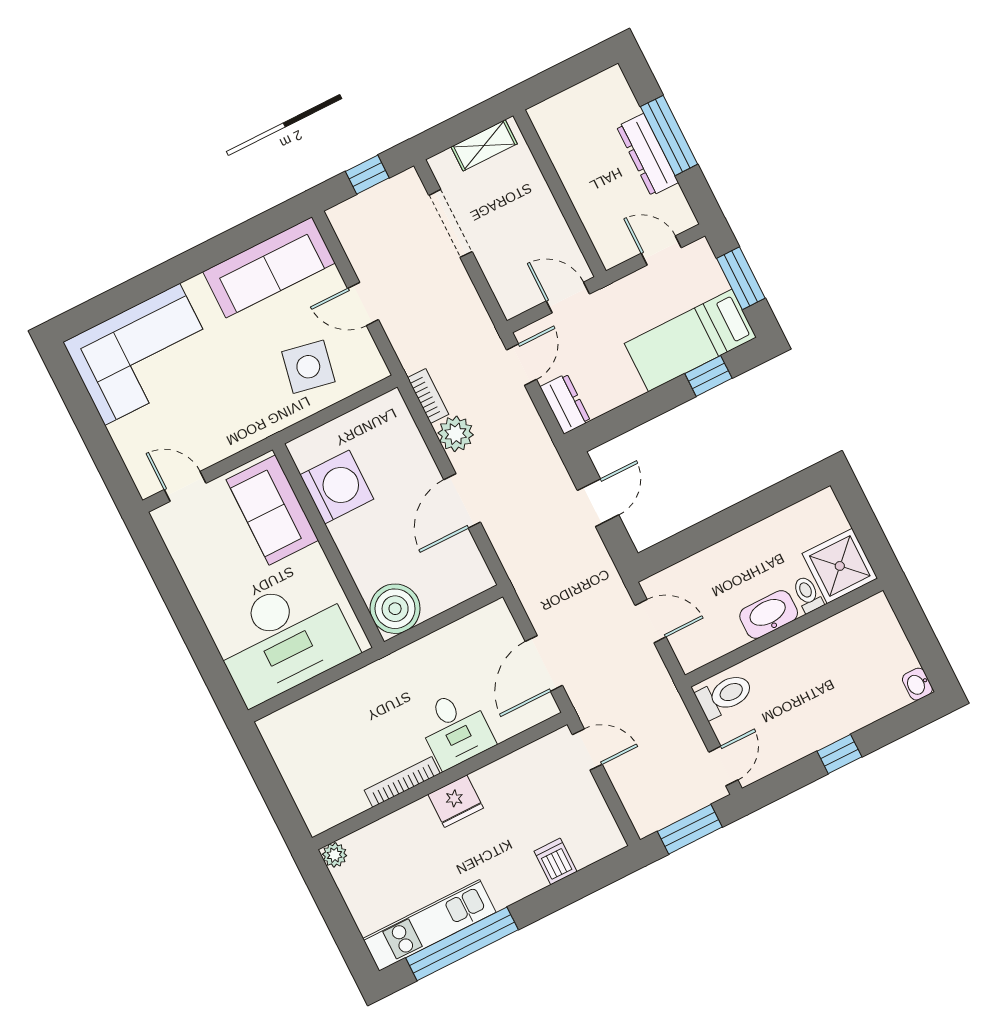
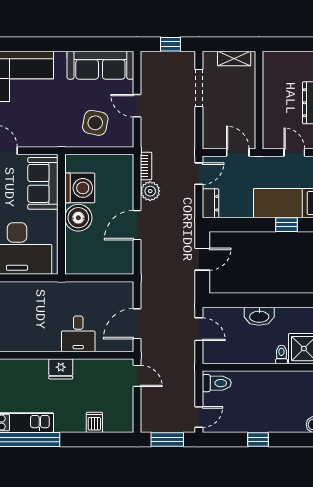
boiler: (395, 609) -> (78, 218), moved
washbasin: (769, 614) -> (259, 316), moved, turned 180
bookcase: (402, 782) -> (40, 347), removed

